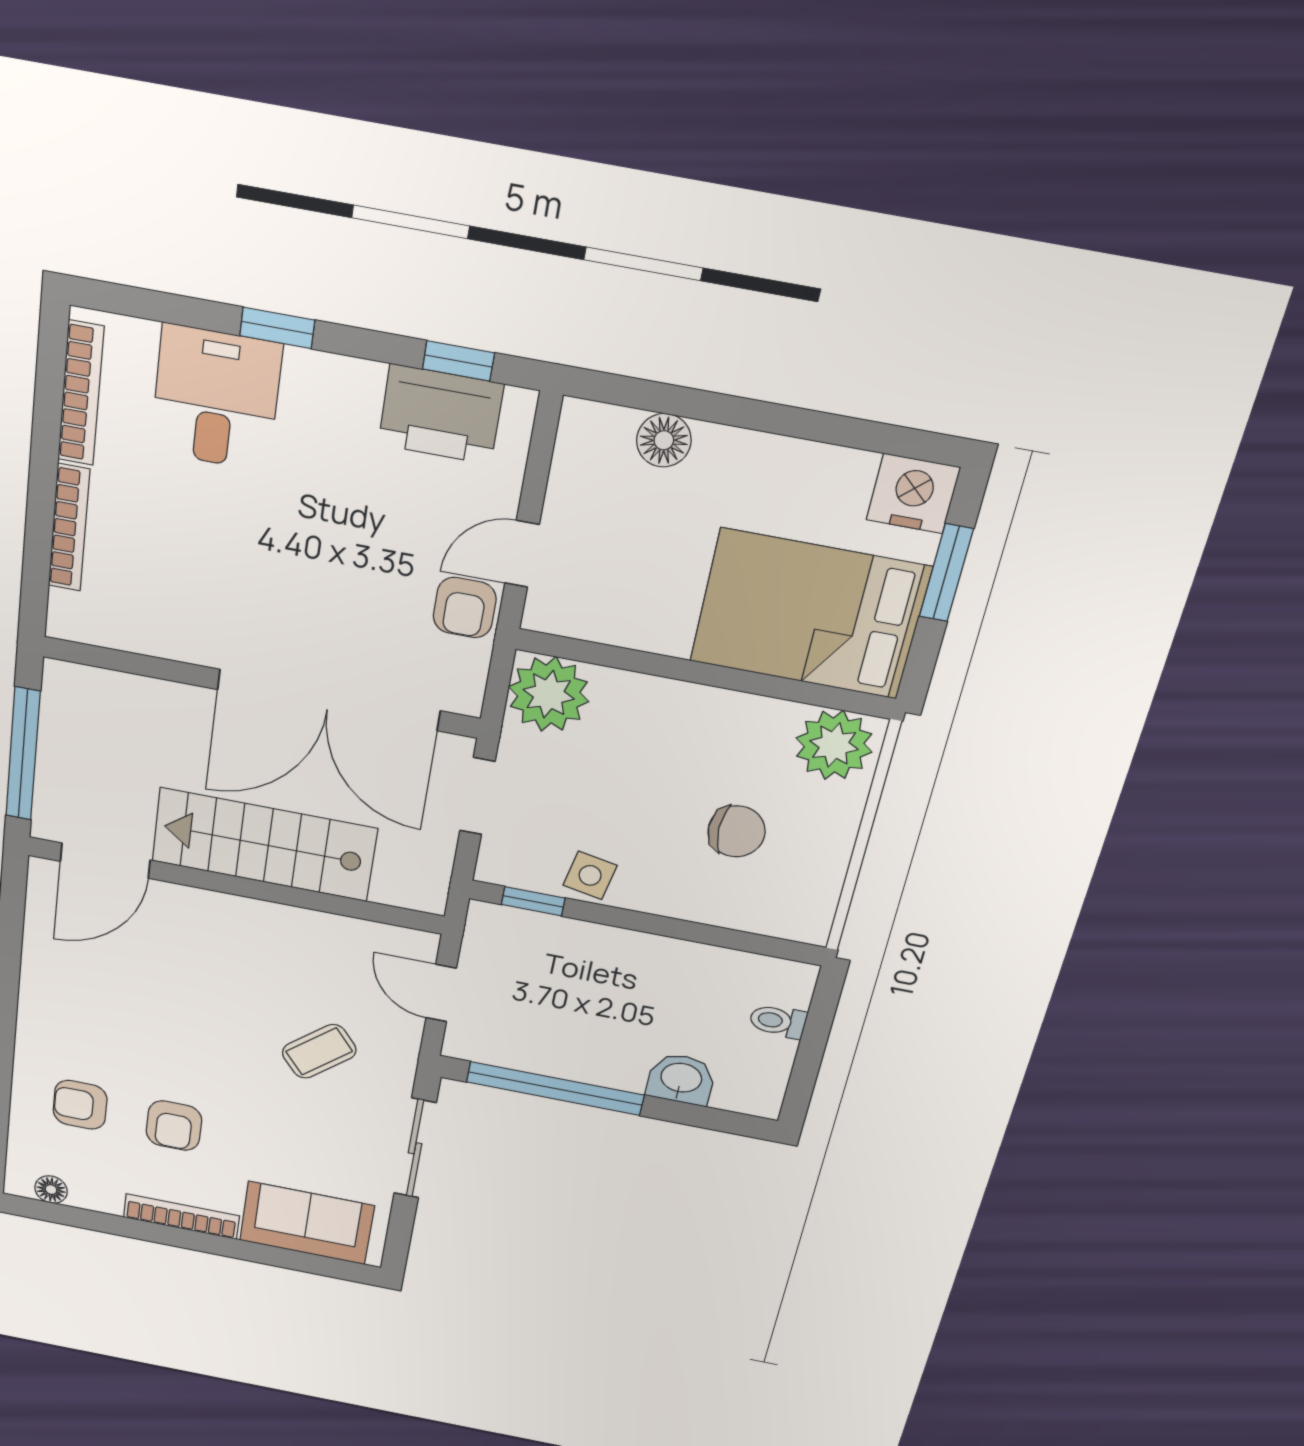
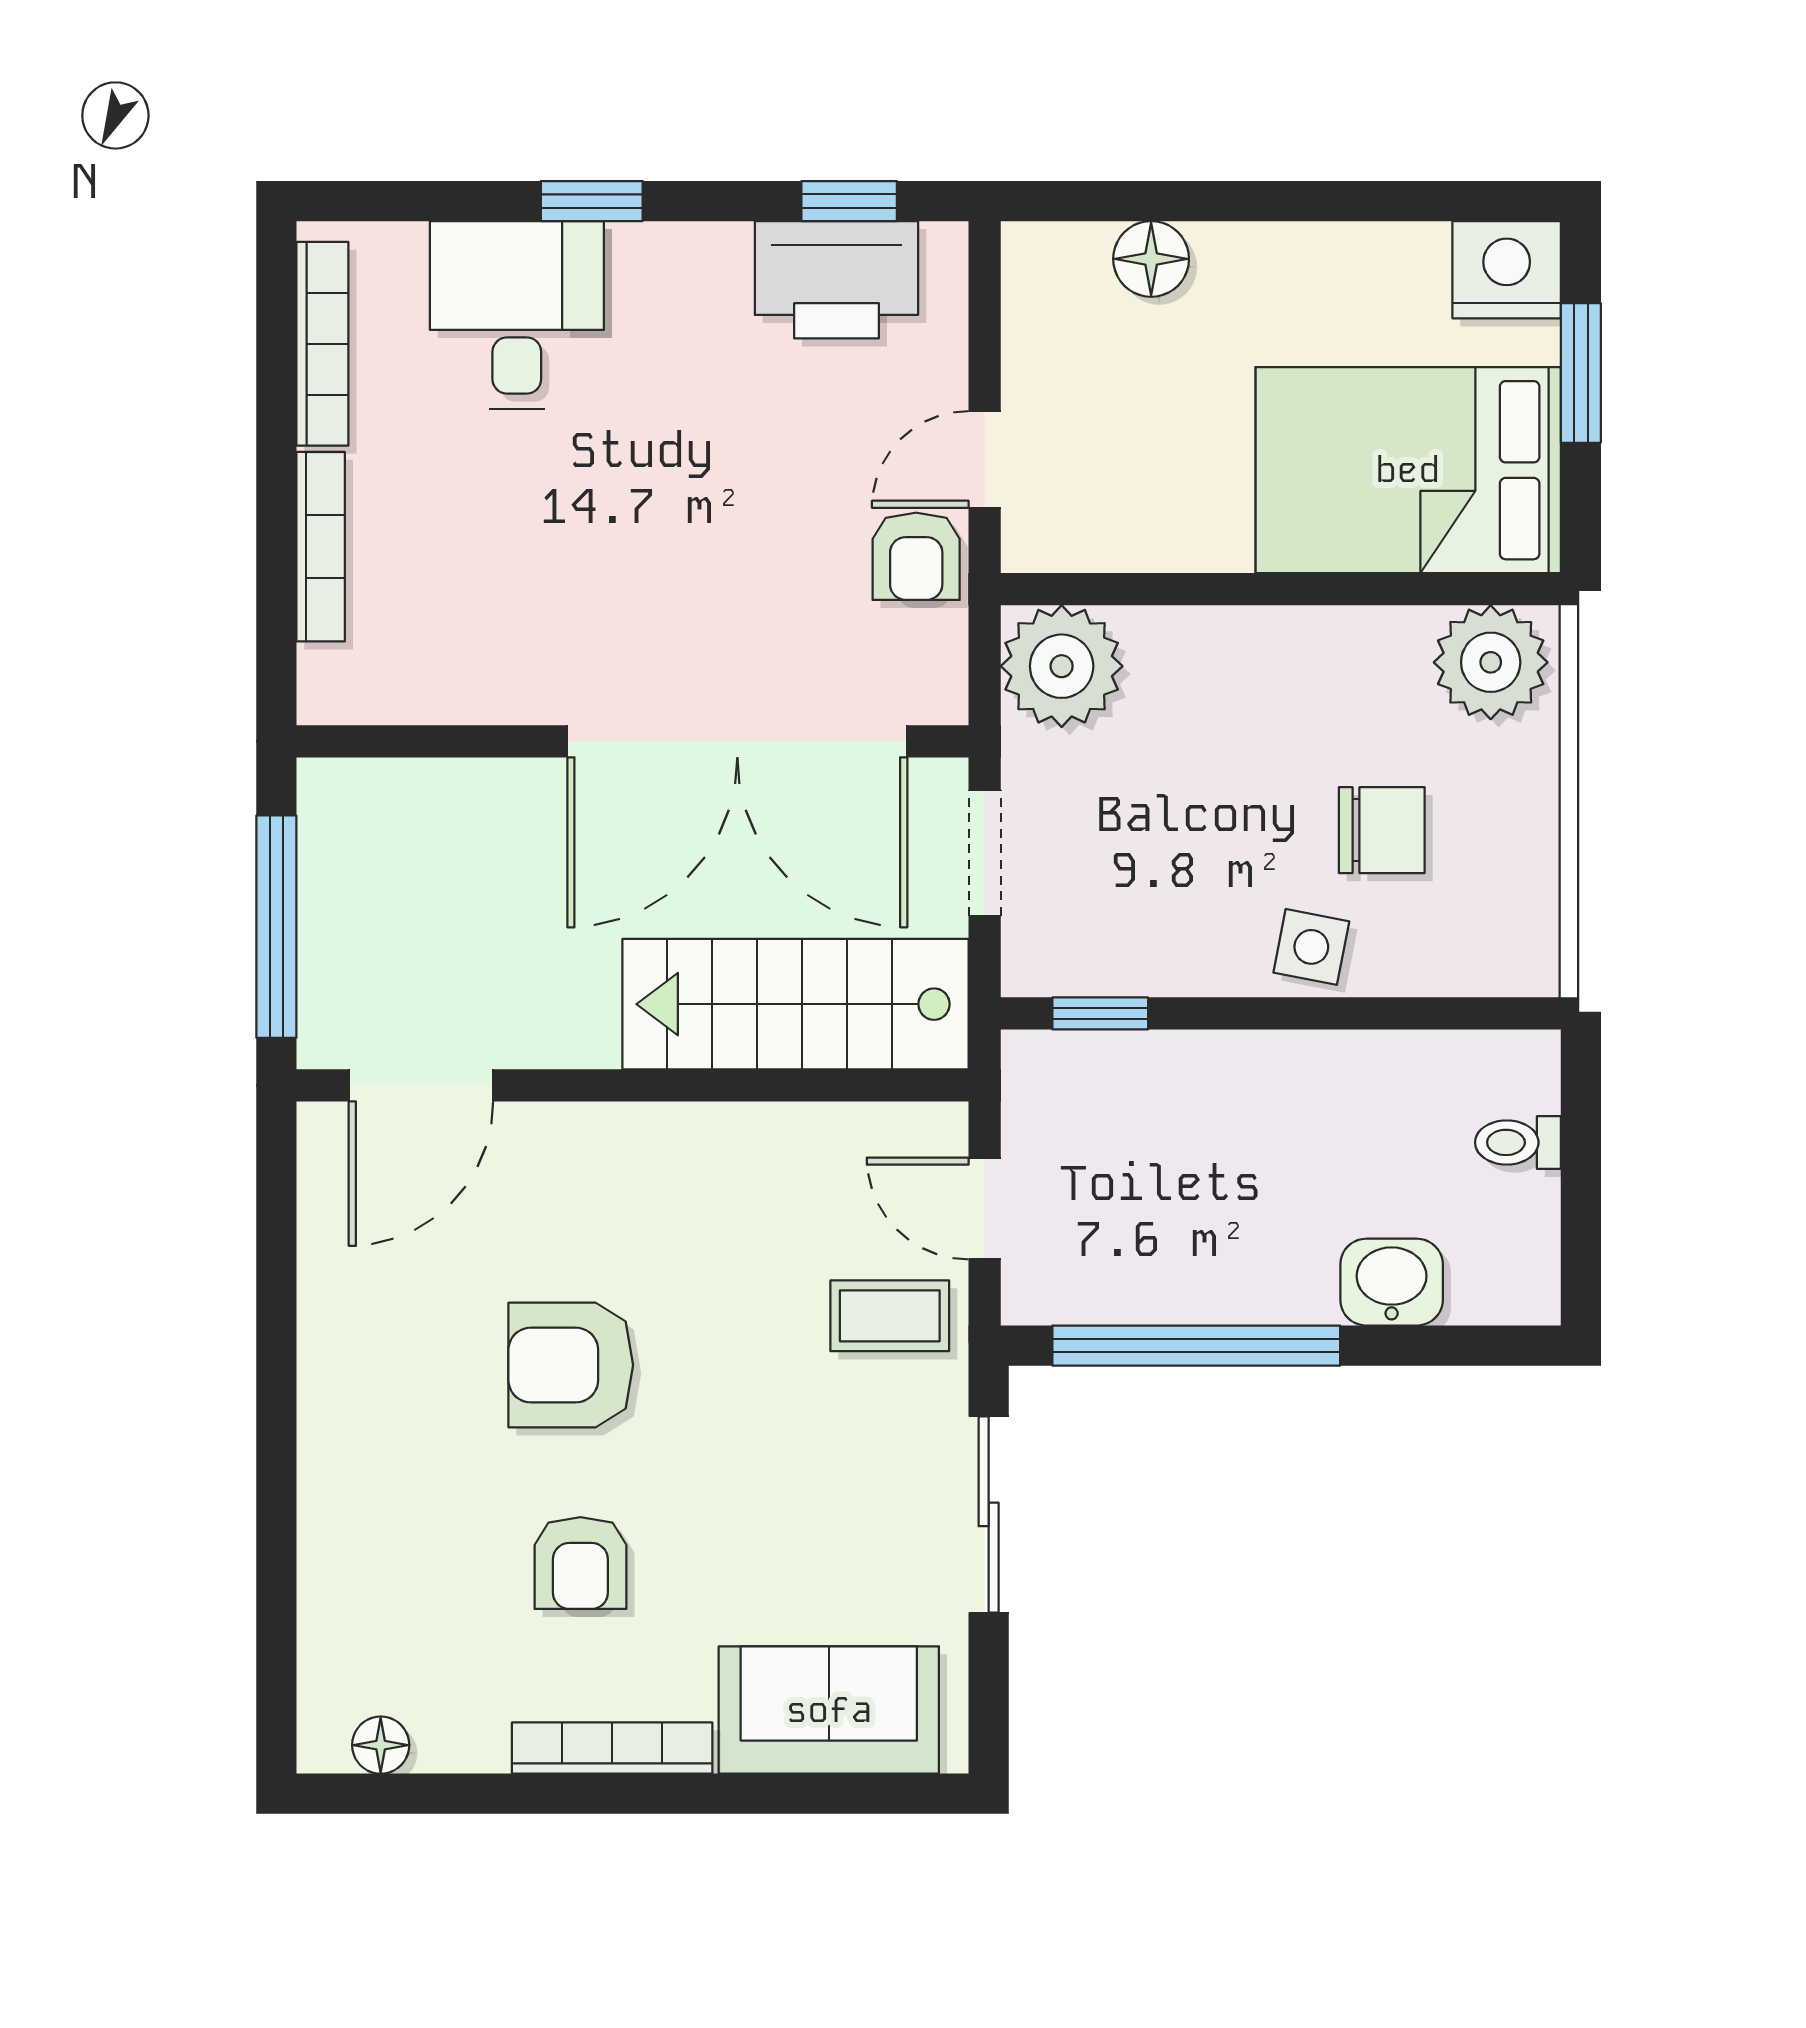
stairs: (264, 845) -> (796, 1004), moved
side table: (590, 875) -> (1311, 947), moved
coffee table: (319, 1051) -> (890, 1316), moved, turned 40
armchair: (80, 1105) -> (571, 1365), moved, width x1.38, depth x1.38

